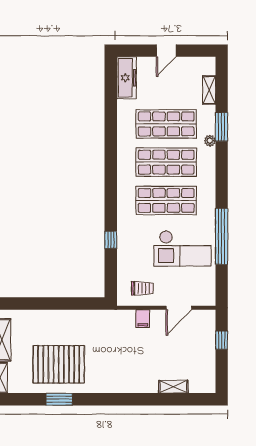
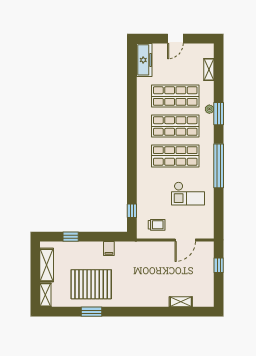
window: (222, 127) -> (219, 114), moved
window: (222, 236) -> (219, 166), moved
window: (111, 240) -> (132, 211), moved
checkout: (183, 248) -> (188, 194), width x0.73, depth x0.83
window: (32, 304) -> (71, 237), added
filing cabinet: (143, 319) -> (109, 248), moved

